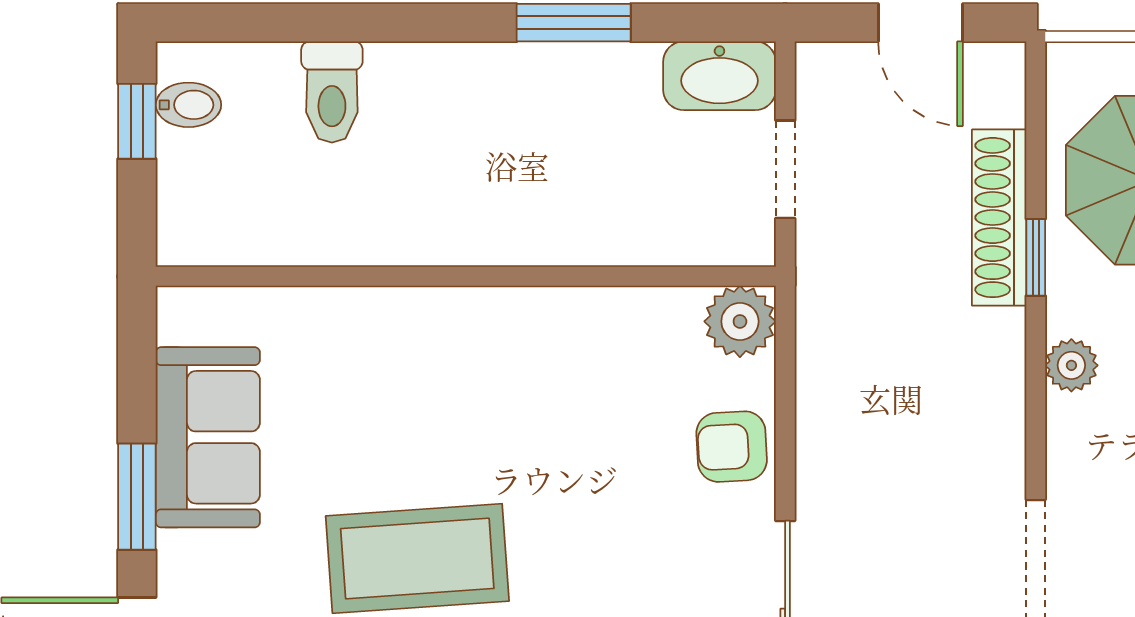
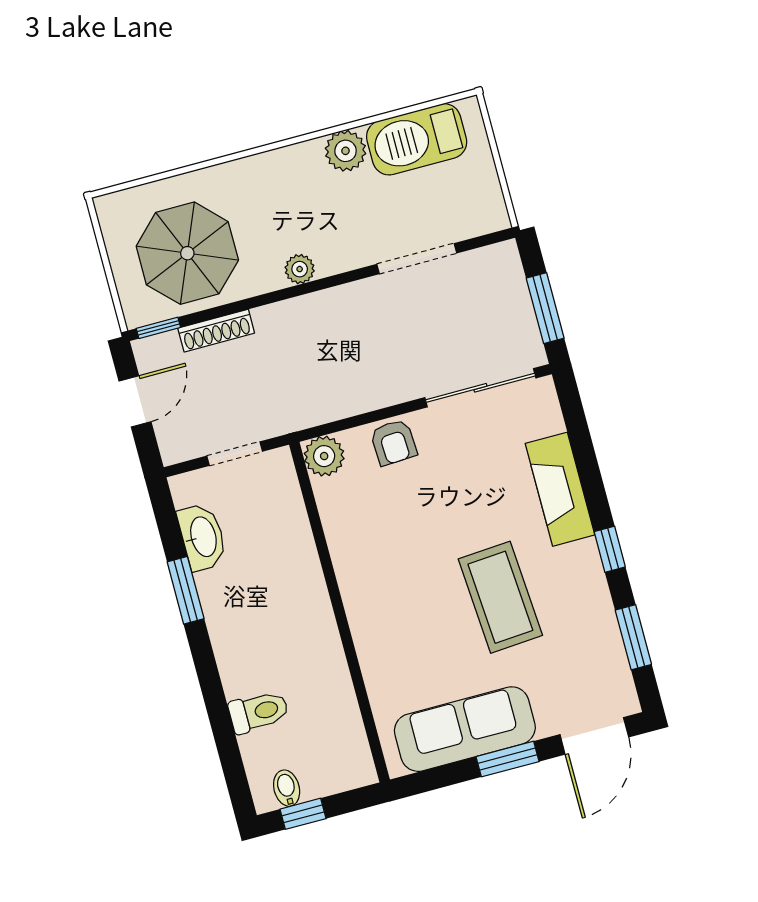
washbasin: (719, 76) -> (202, 537), moved
shoe rack: (999, 218) -> (216, 331), width x0.74, depth x0.81
window: (1036, 257) -> (158, 328), moved
sofa: (208, 437) -> (465, 729), width x1.36

